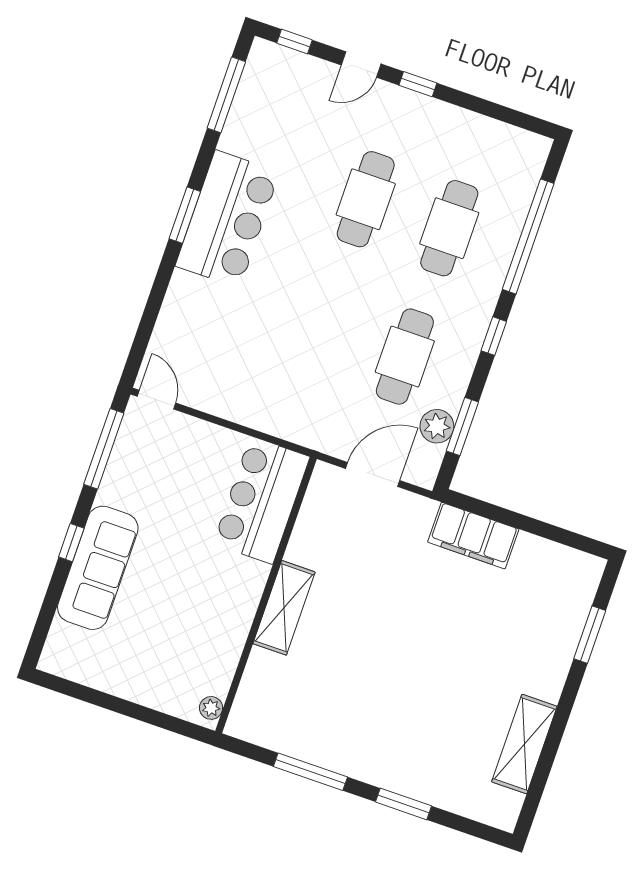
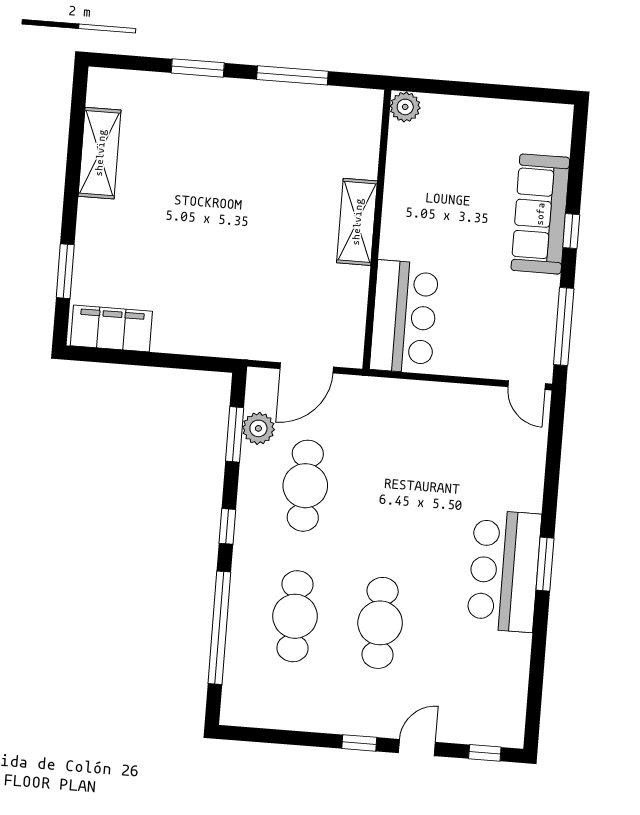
window: (226, 95) -> (535, 686), removed
filing cabinet: (473, 536) -> (111, 328), moved
plant: (211, 708) -> (405, 107), width x1.38, depth x1.38

